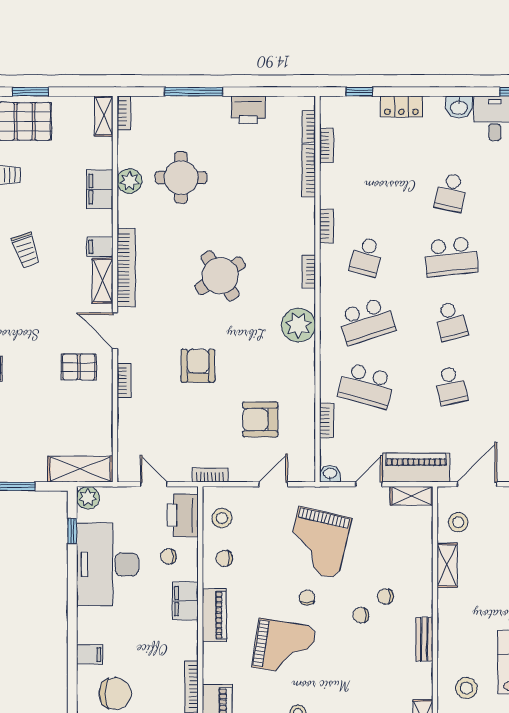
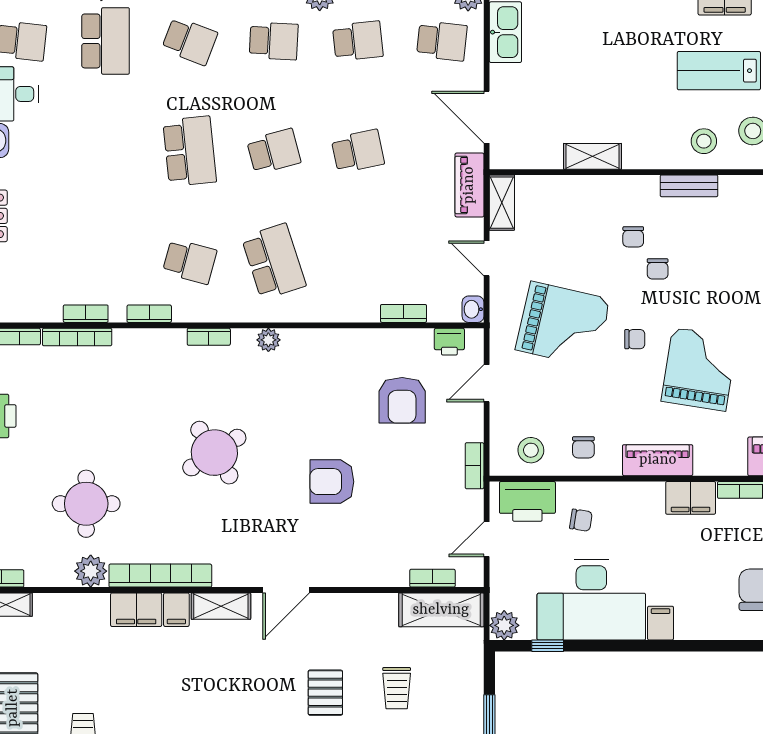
bookcase: (327, 145) -> (86, 314), moved
filing cabinet: (100, 189) -> (136, 610), moved
school desk: (451, 192) -> (106, 151), removed
trolley: (26, 250) -> (397, 688), moved, turned 109
bookcase: (126, 268) -> (160, 576), moved
plant: (298, 325) -> (268, 340), width x0.53, depth x0.53
pallet: (79, 367) -> (325, 693), moved
bookcase: (124, 380) -> (432, 578), moved
school desk: (366, 386) -> (358, 261), removed
printer: (305, 456) -> (449, 342), added
piano: (416, 468) -> (469, 185), width x0.73, depth x0.75
shelving: (80, 469) -> (441, 610), moved, turned 90
door: (273, 484) -> (487, 383), hinge flipped
stool: (458, 522) -> (704, 141), moved
chair: (168, 556) -> (581, 520), turned -81
chair: (307, 598) -> (635, 339), turned 180
filing cabinet: (185, 601) -> (691, 498), moved
filing cabinet: (90, 655) -> (661, 623), moved

